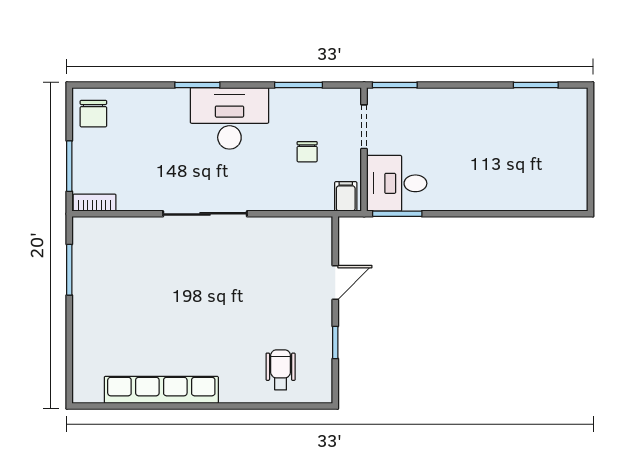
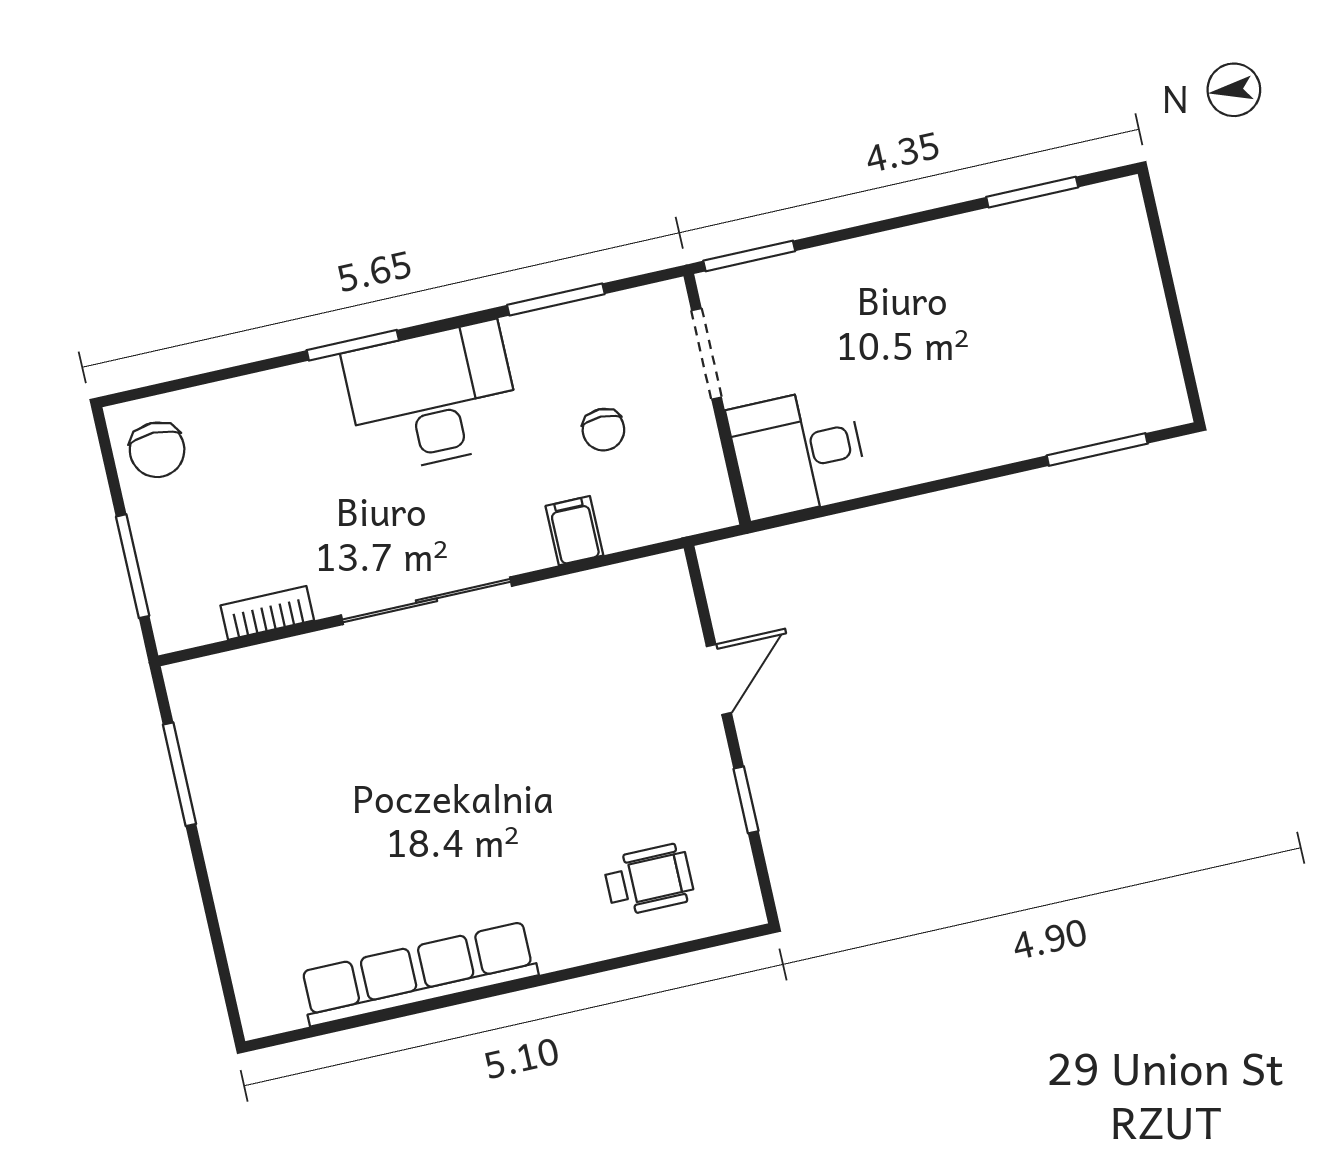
filing cabinet: (346, 196) -> (574, 531), moved
bookcase: (94, 203) -> (267, 613), moved
window: (397, 214) -> (1097, 450), moved
wheelchair: (281, 370) -> (649, 880), turned 90

